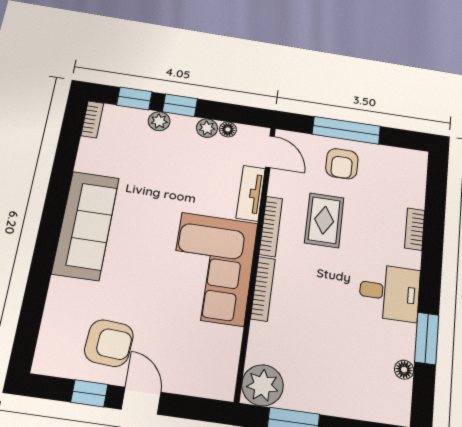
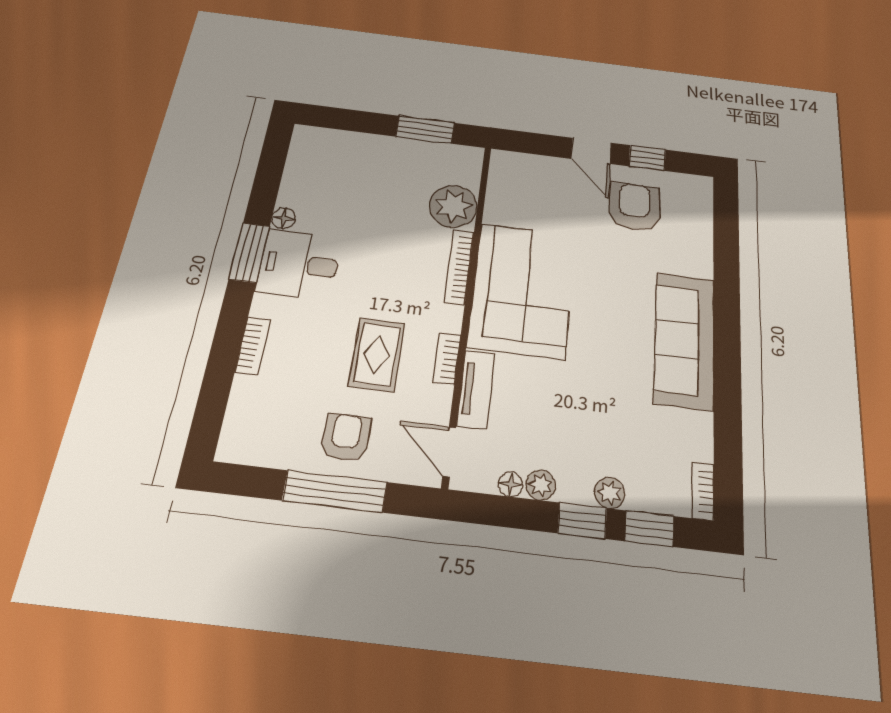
bookcase: (271, 226) -> (447, 359), width x0.64
window: (427, 338) -> (250, 253), moved
armchair: (109, 343) -> (634, 207), turned 86
floor lamp: (404, 370) -> (284, 218), moved
plant: (262, 385) -> (453, 206), moved

